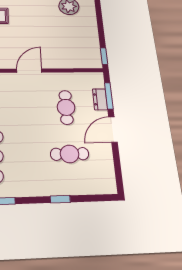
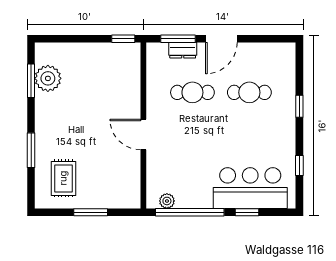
door: (113, 130) -> (221, 39), hinge flipped
cafe table: (70, 154) -> (249, 92), turned 90

